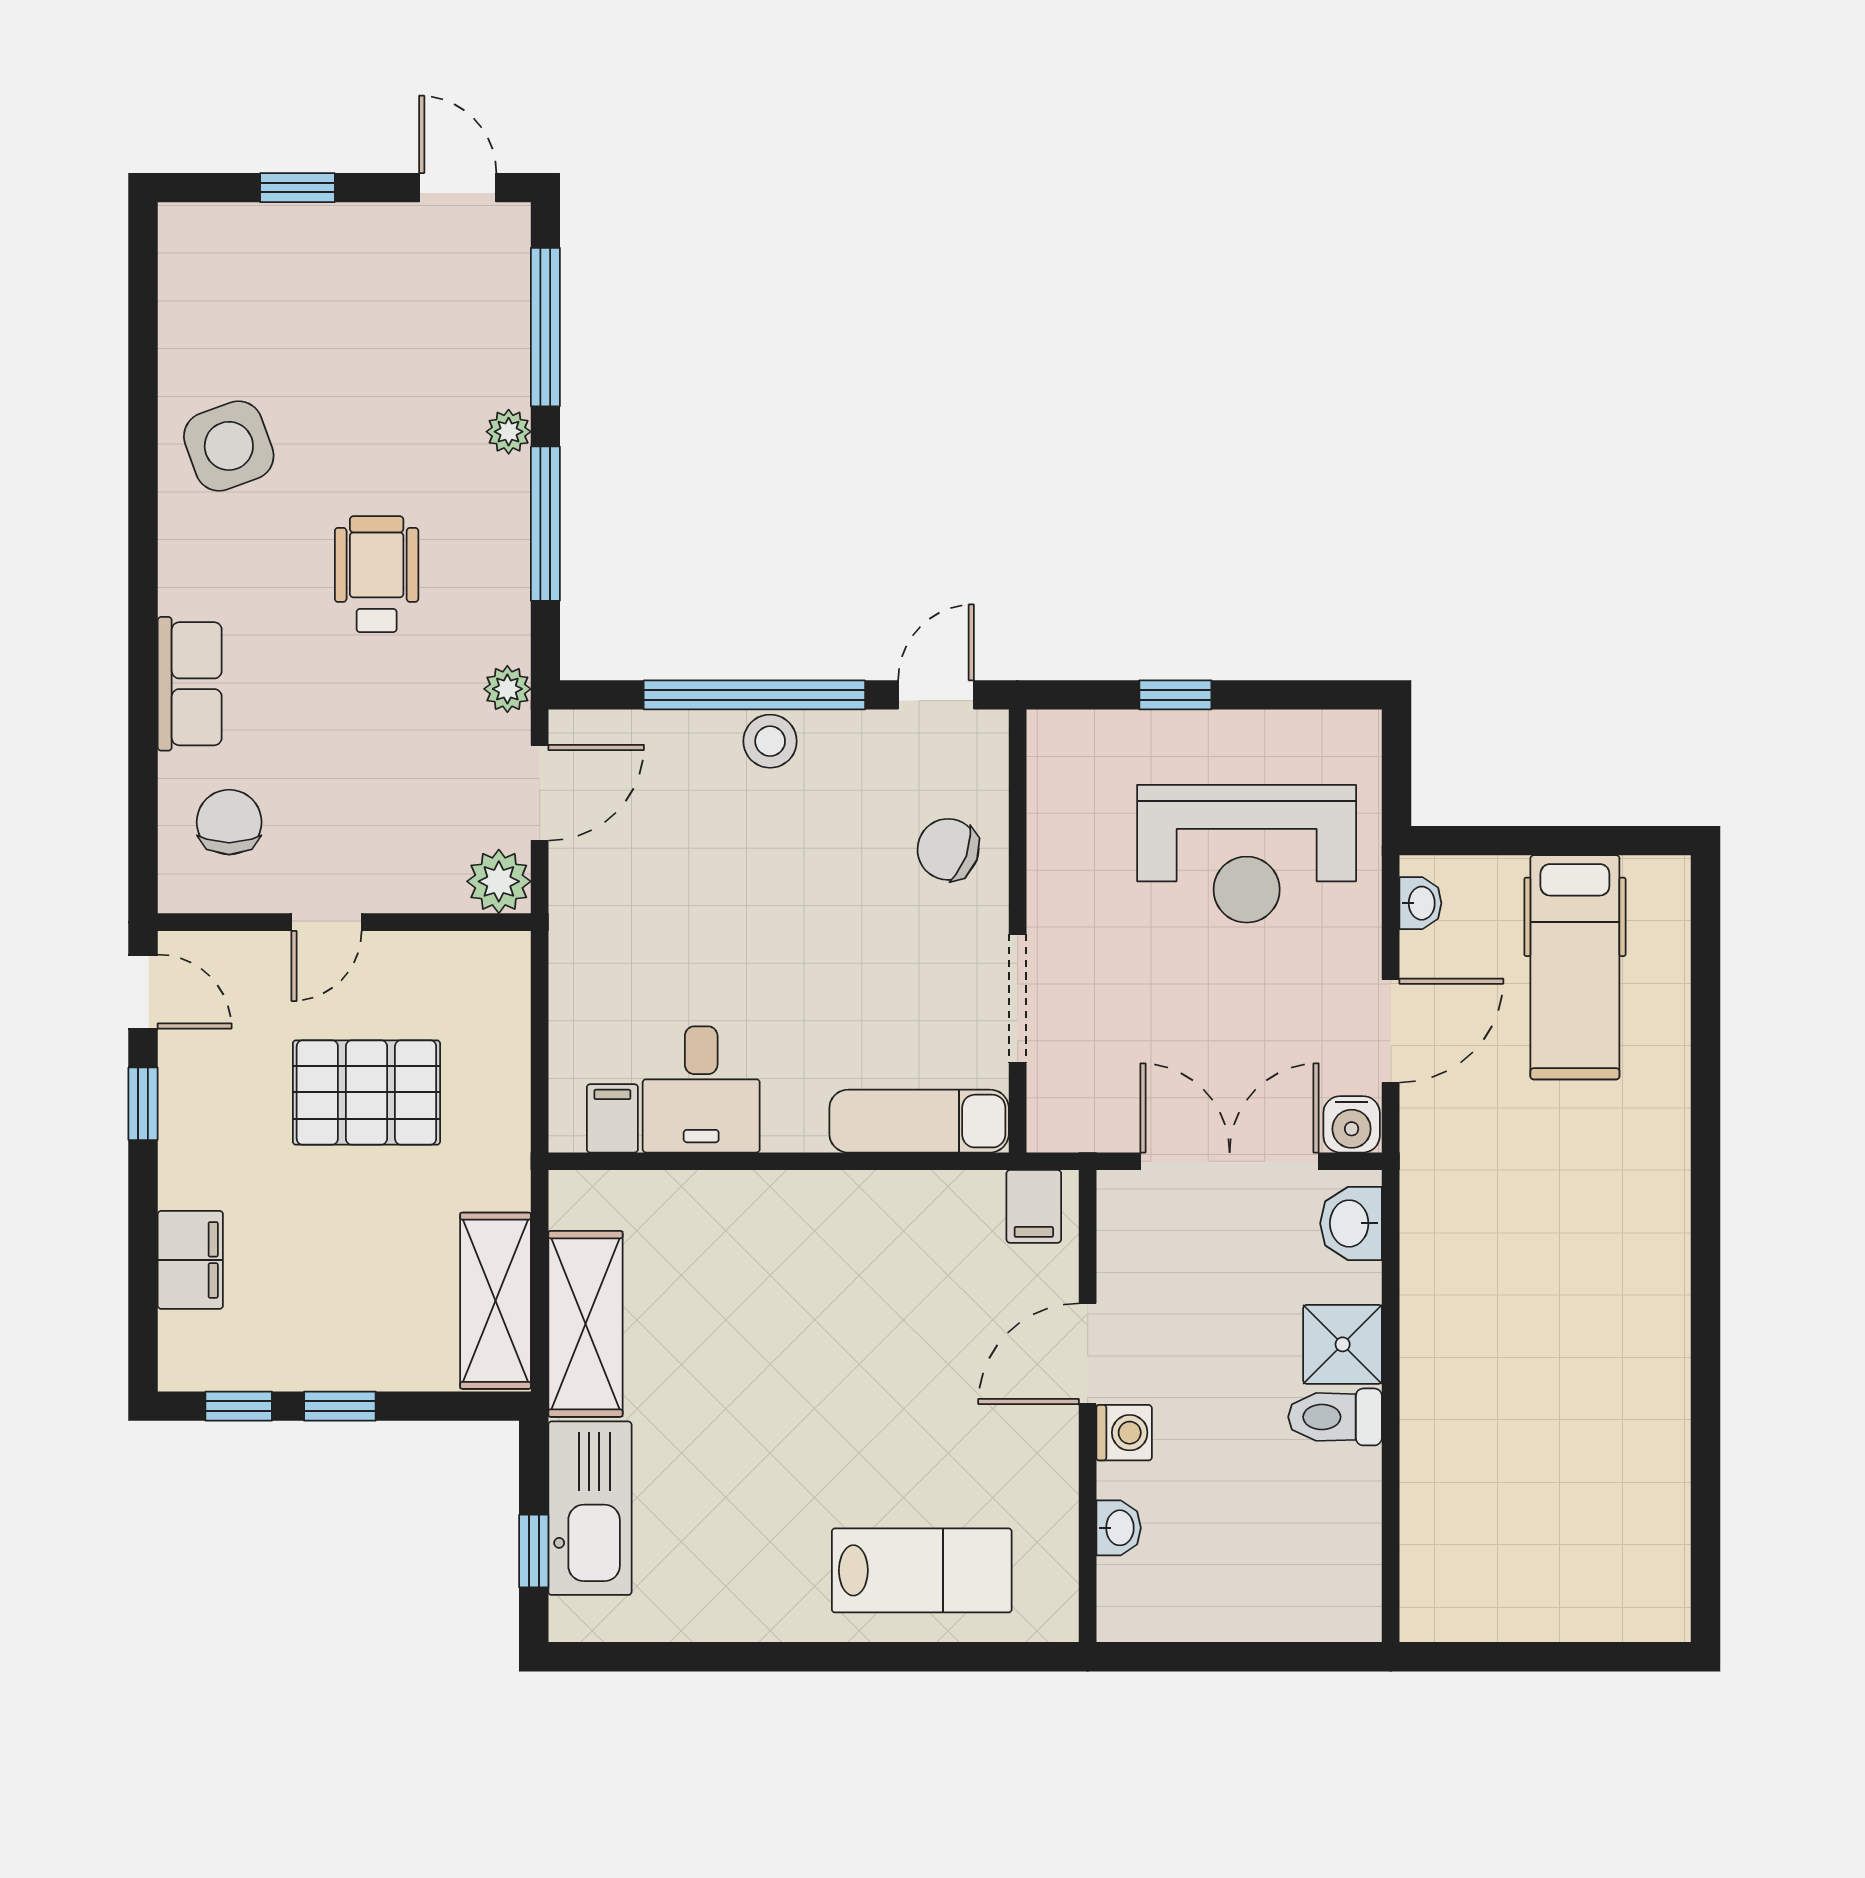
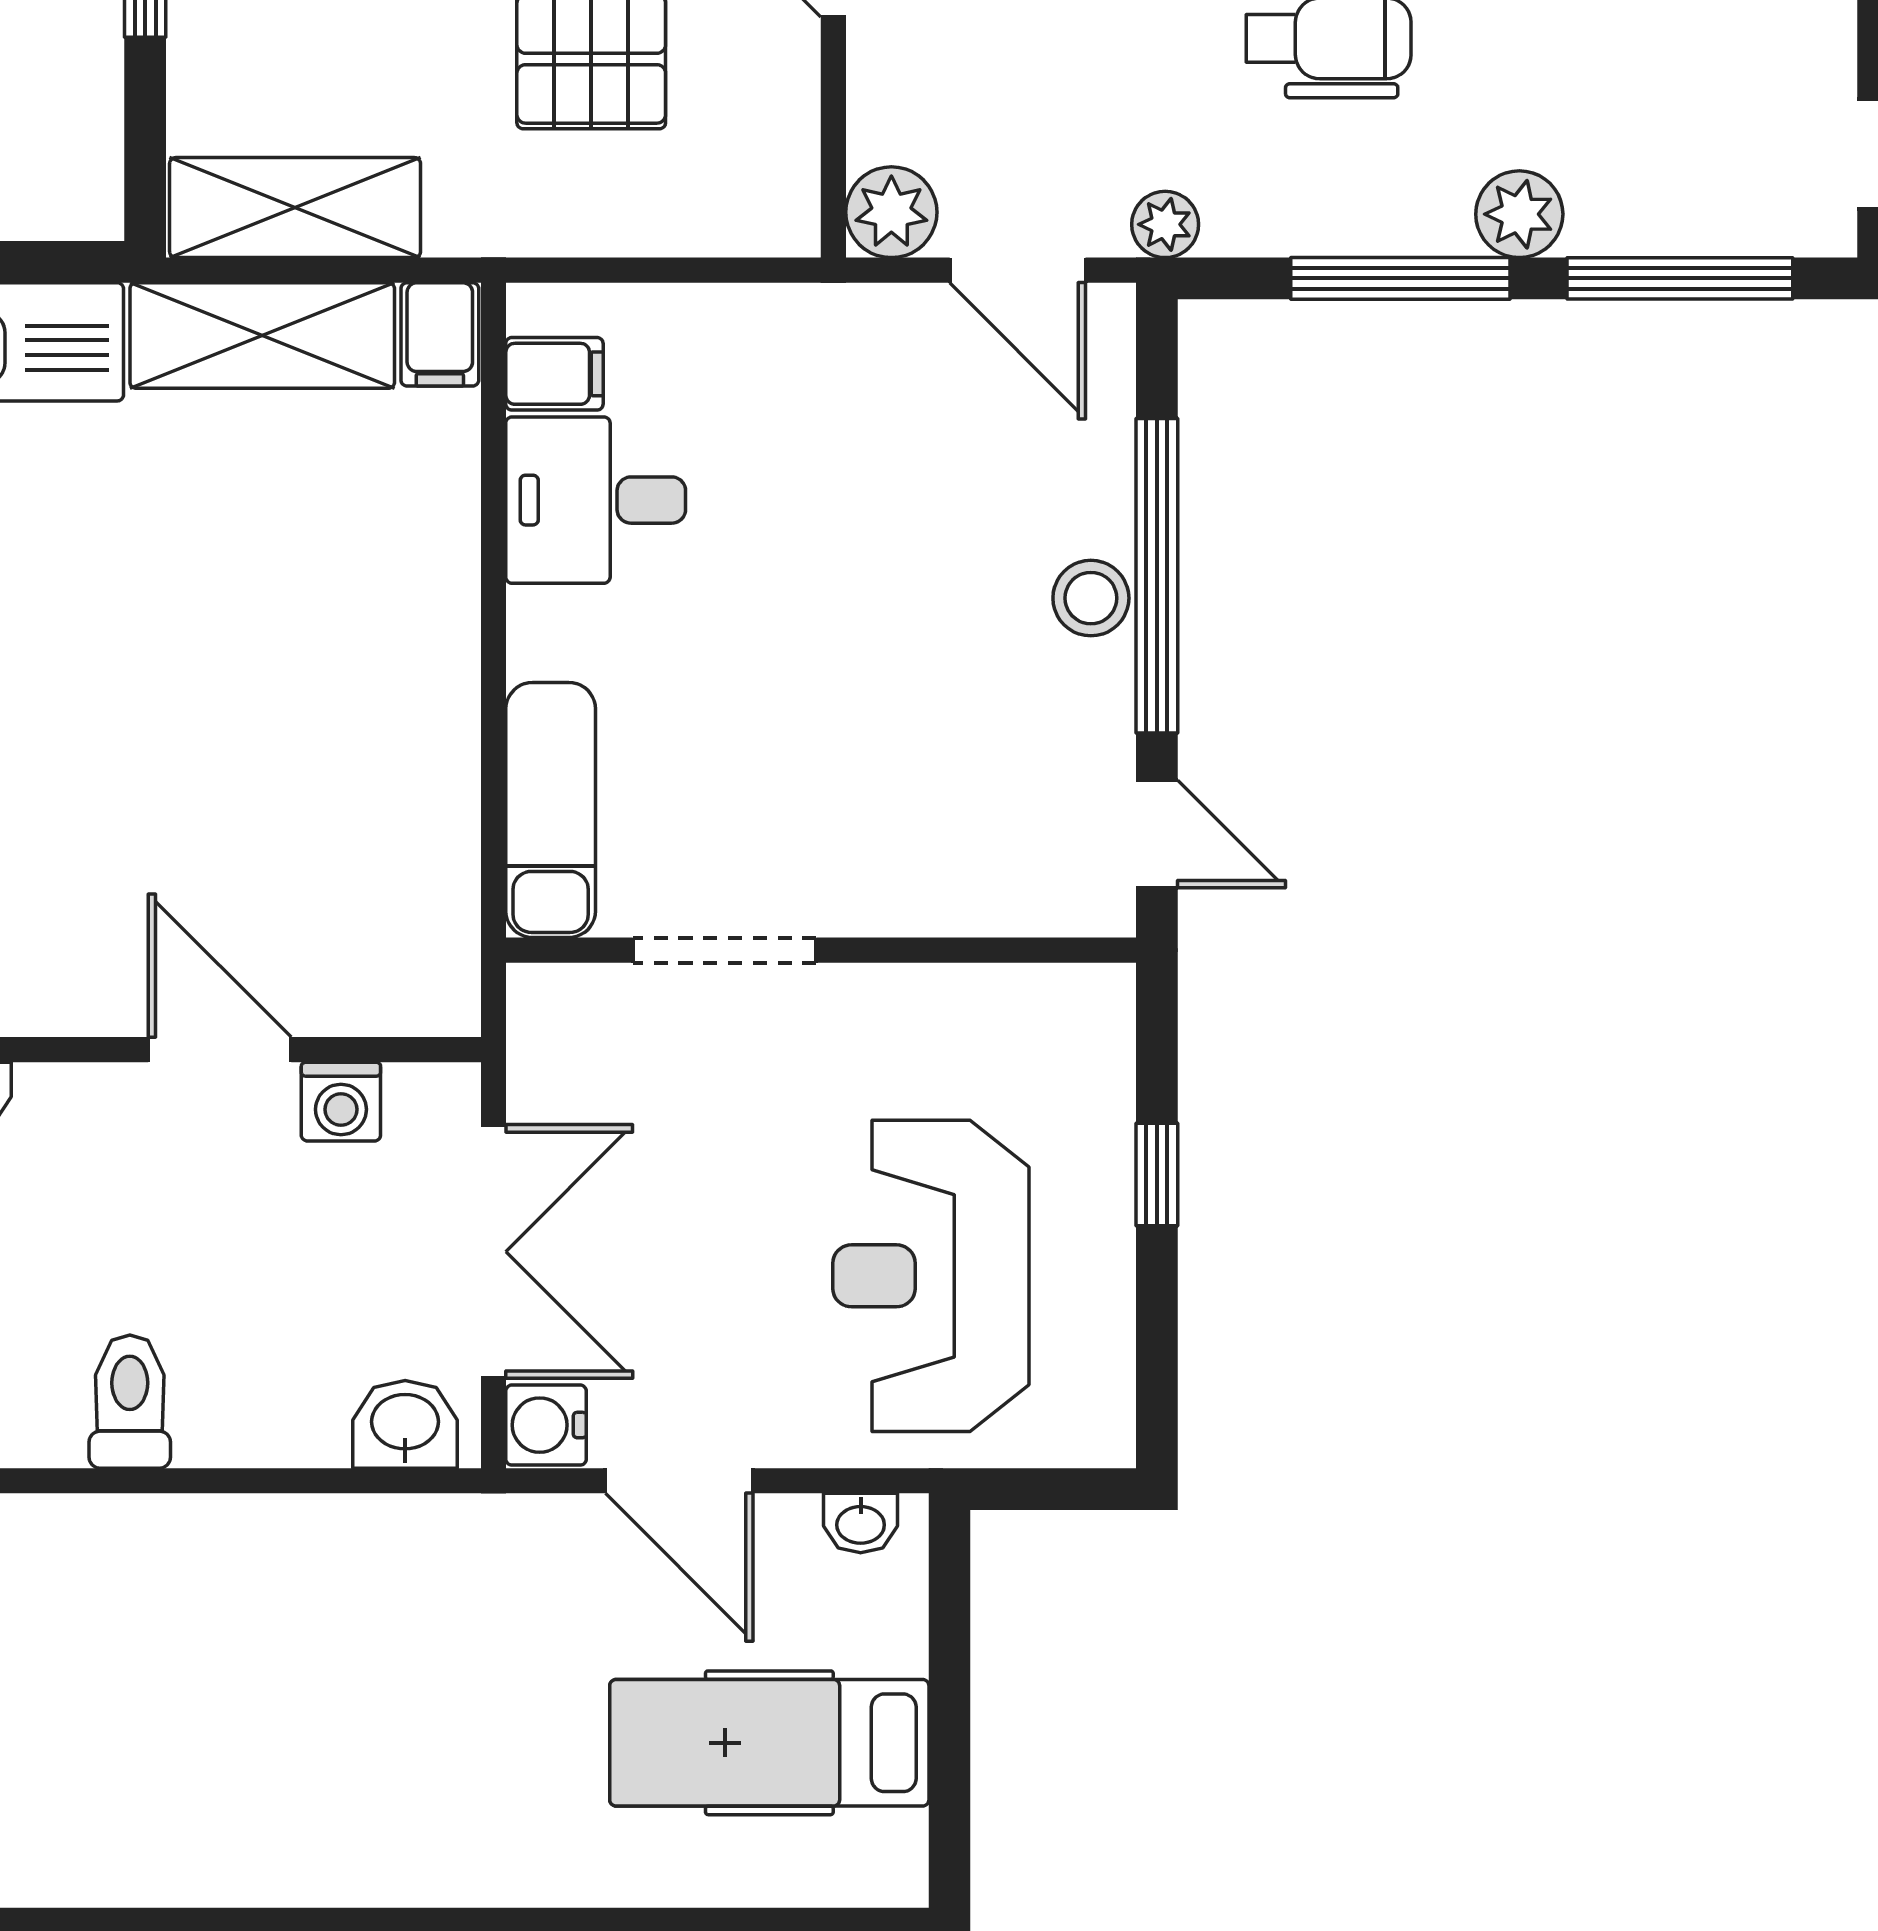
plant: (509, 432) -> (1519, 214), width x1.38, depth x1.38
chair: (948, 849) -> (937, 851), removed
filing cabinet: (1034, 1206) -> (440, 334), moved, turned -90
shower: (1343, 1344) -> (233, 1412), removed
washing machine: (1124, 1433) -> (341, 1102), moved

